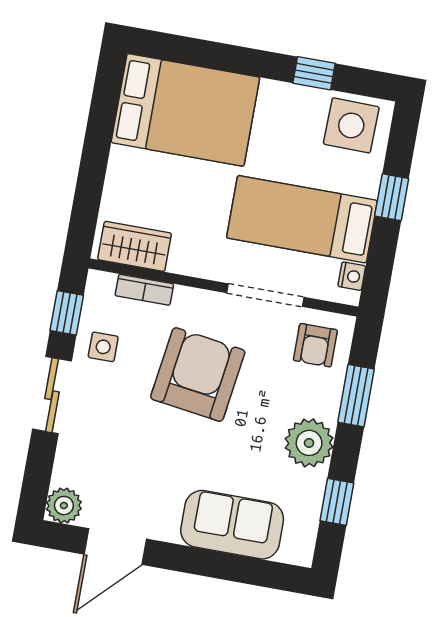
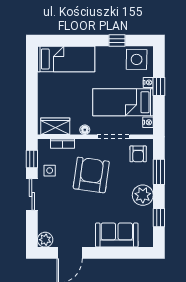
bed: (185, 110) -> (66, 59), width x0.67
nightstand: (369, 184) -> (148, 82), added
floor lamp: (202, 267) -> (85, 130), added

